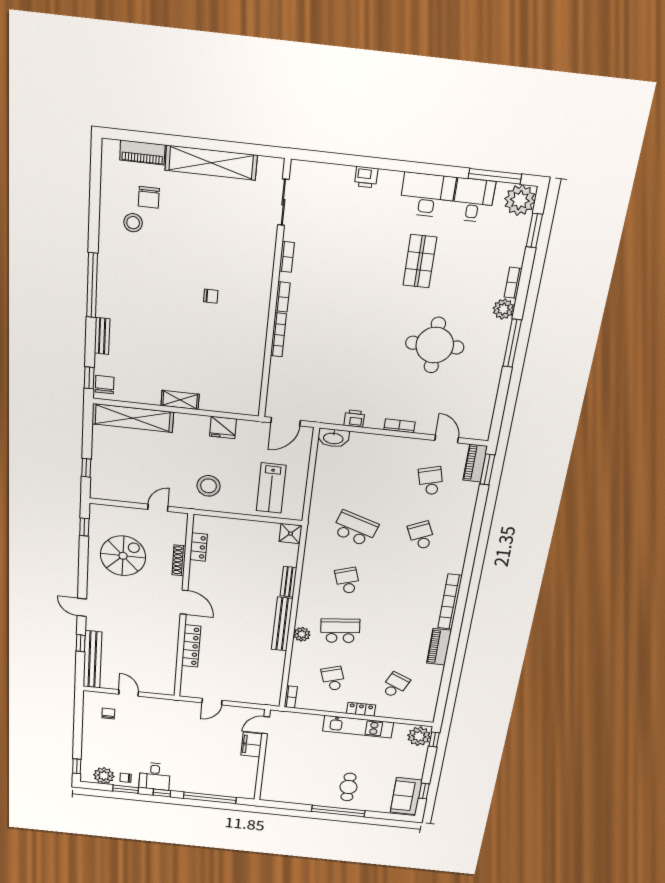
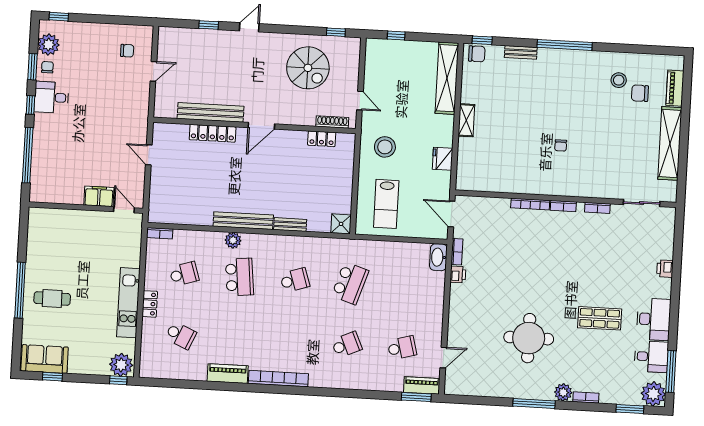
bookcase: (399, 426) -> (457, 252), moved
lab bench: (271, 488) -> (386, 204), turned -90
shoe rack: (179, 560) -> (332, 122), moved
bench: (92, 659) -> (211, 112), moved

